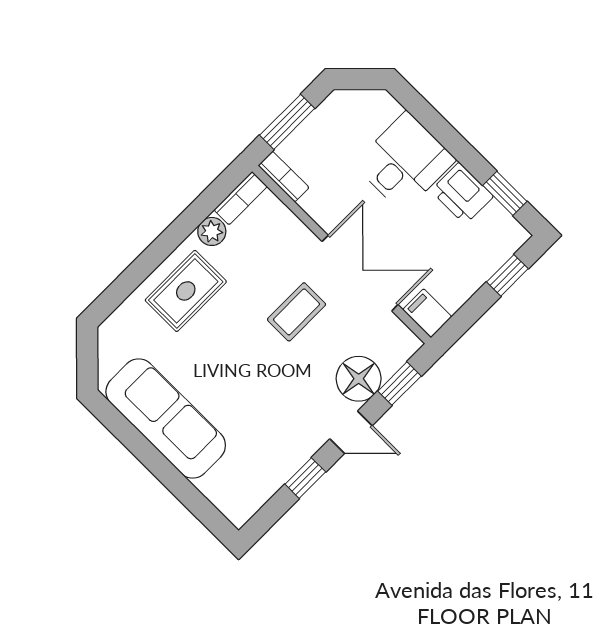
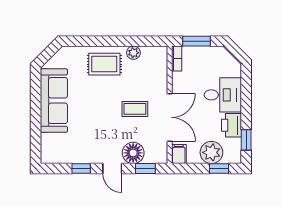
bookcase: (241, 198) -> (155, 51), removed
plant: (473, 263) -> (211, 152), added

